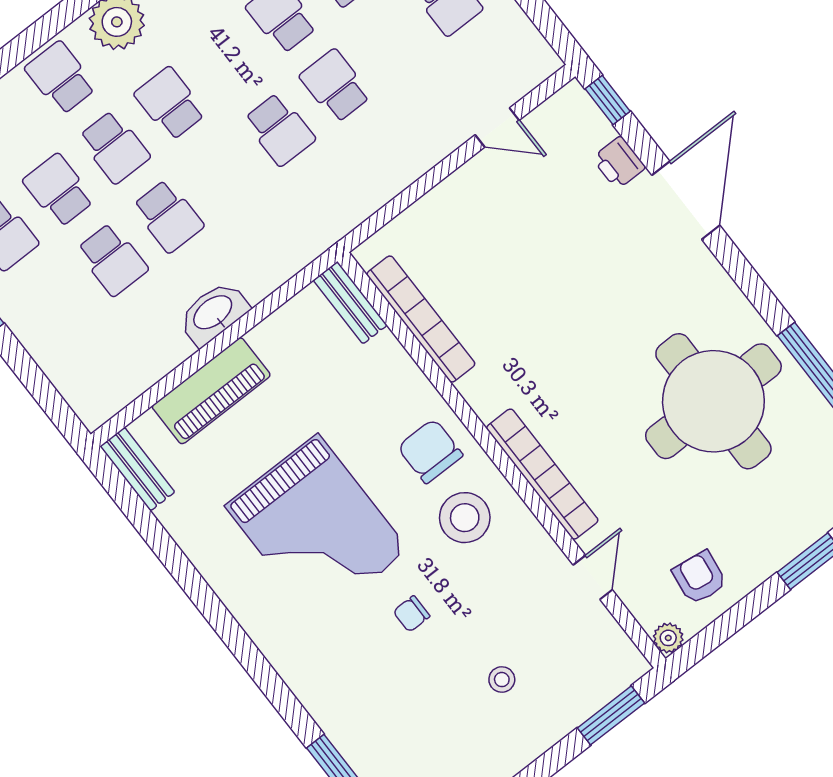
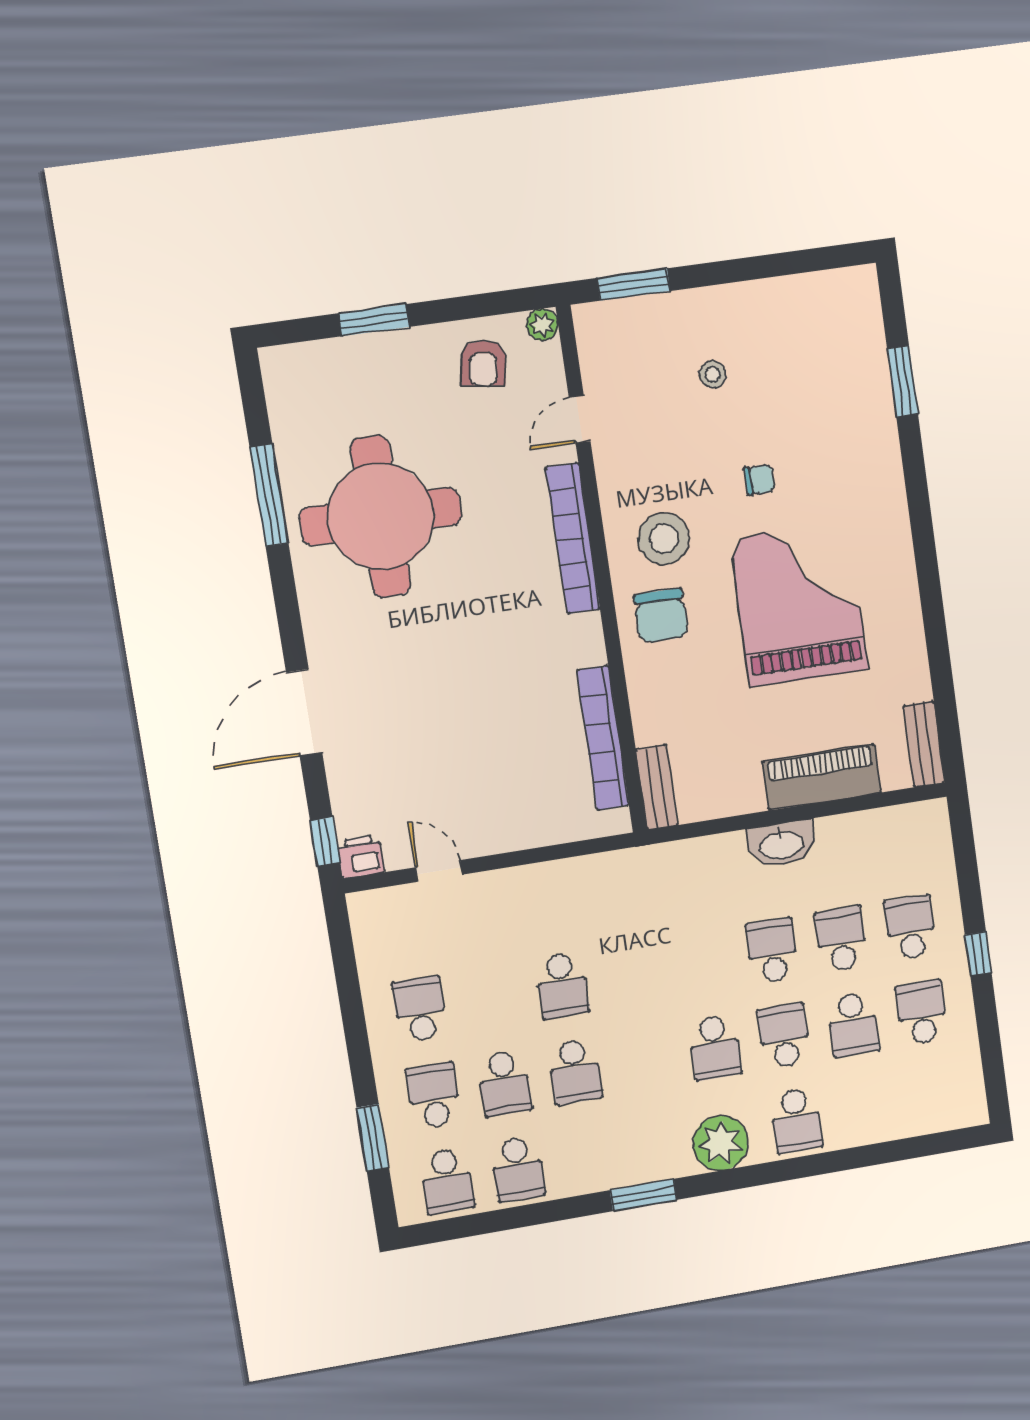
school desk: (280, 129) -> (910, 928), moved
printer: (619, 163) -> (361, 857), moved, turned -90

